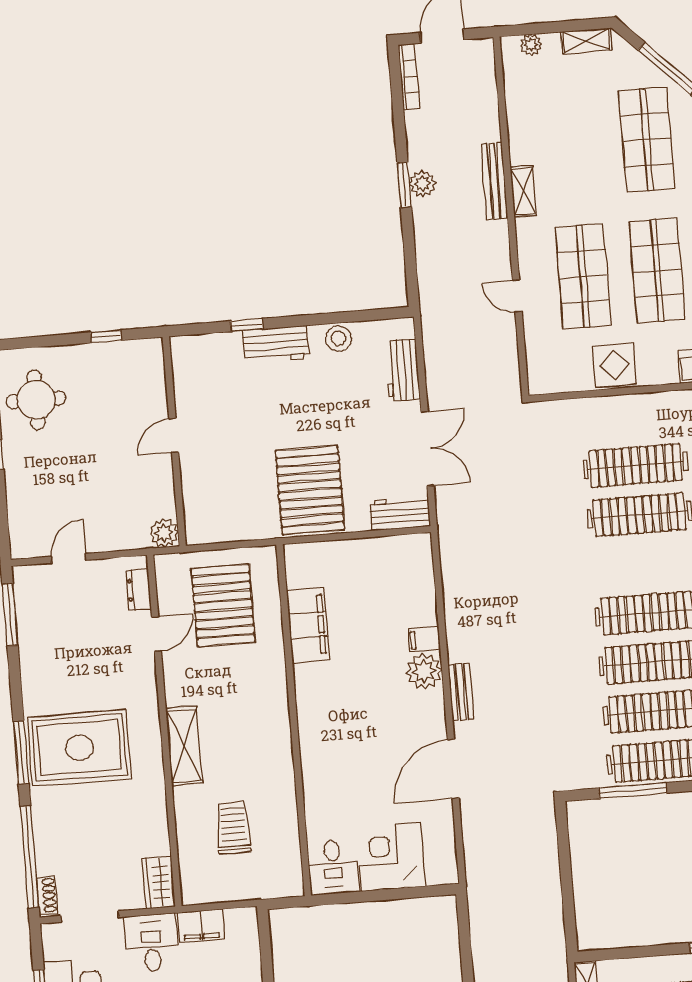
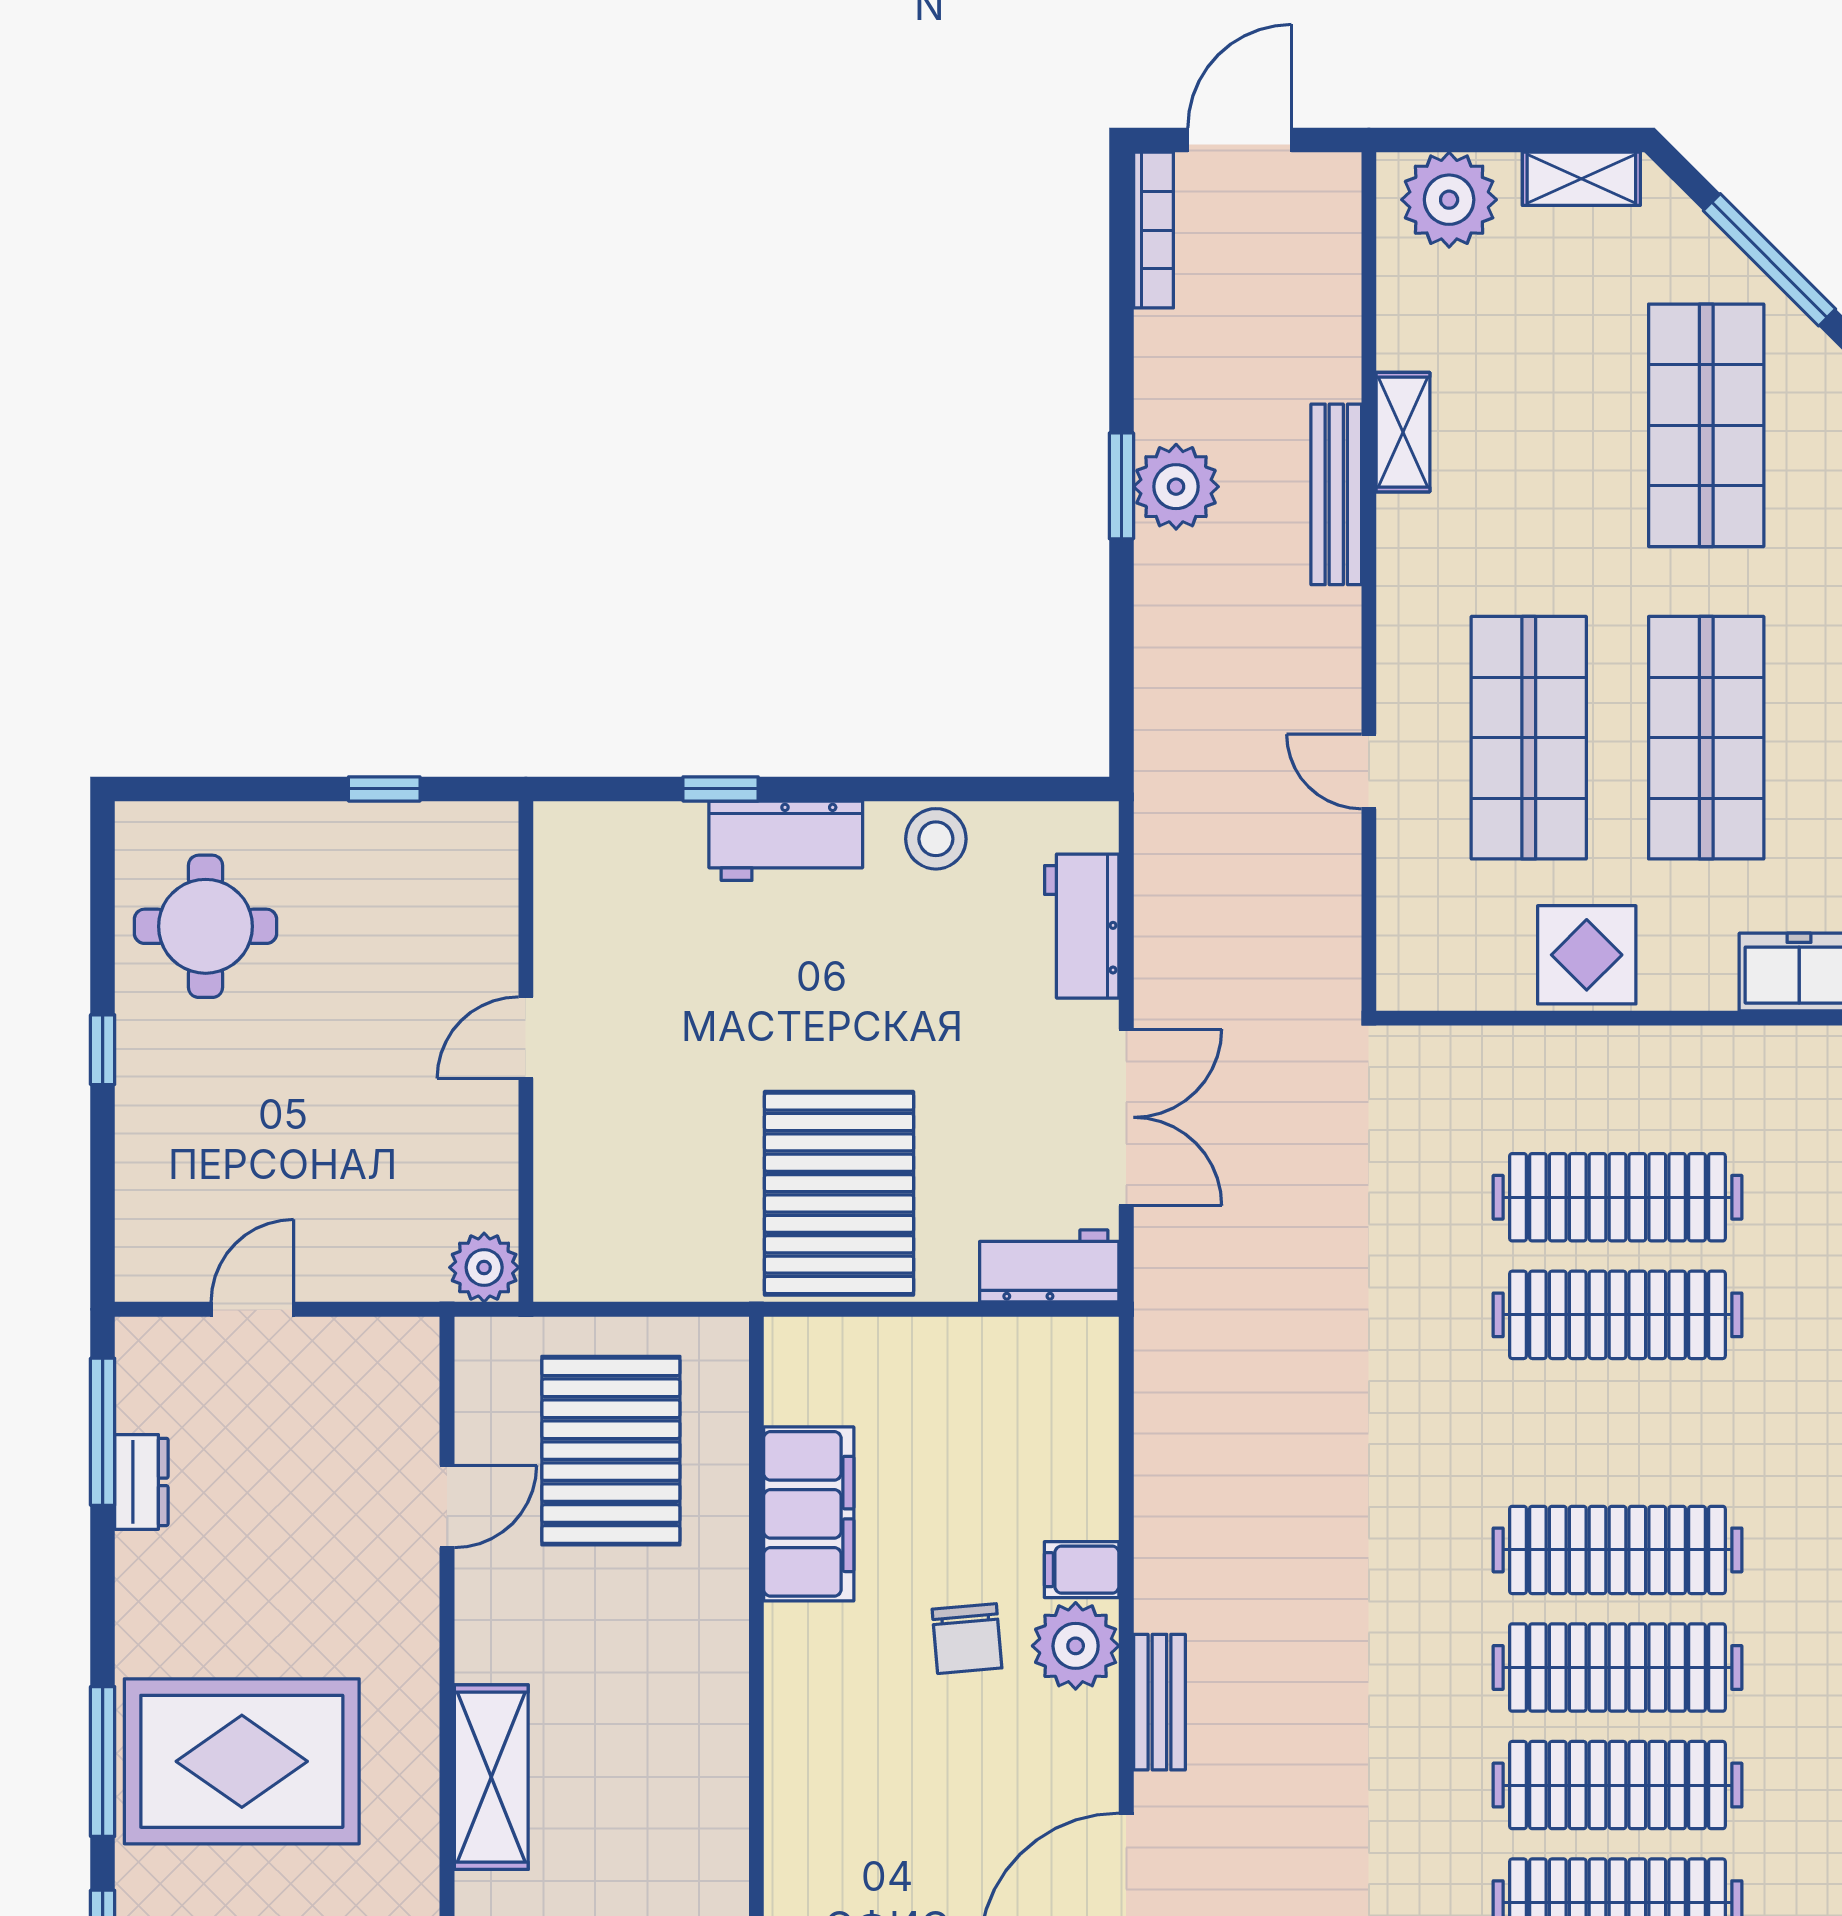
plant: (531, 45) -> (1449, 200), width x1.88, depth x1.88
plant: (422, 184) -> (1176, 487), width x1.36, depth x1.36
shelving: (523, 191) -> (1403, 432), moved
dresser: (139, 590) -> (141, 1482), moved, turned 180
chair: (378, 672) -> (967, 1639), added

